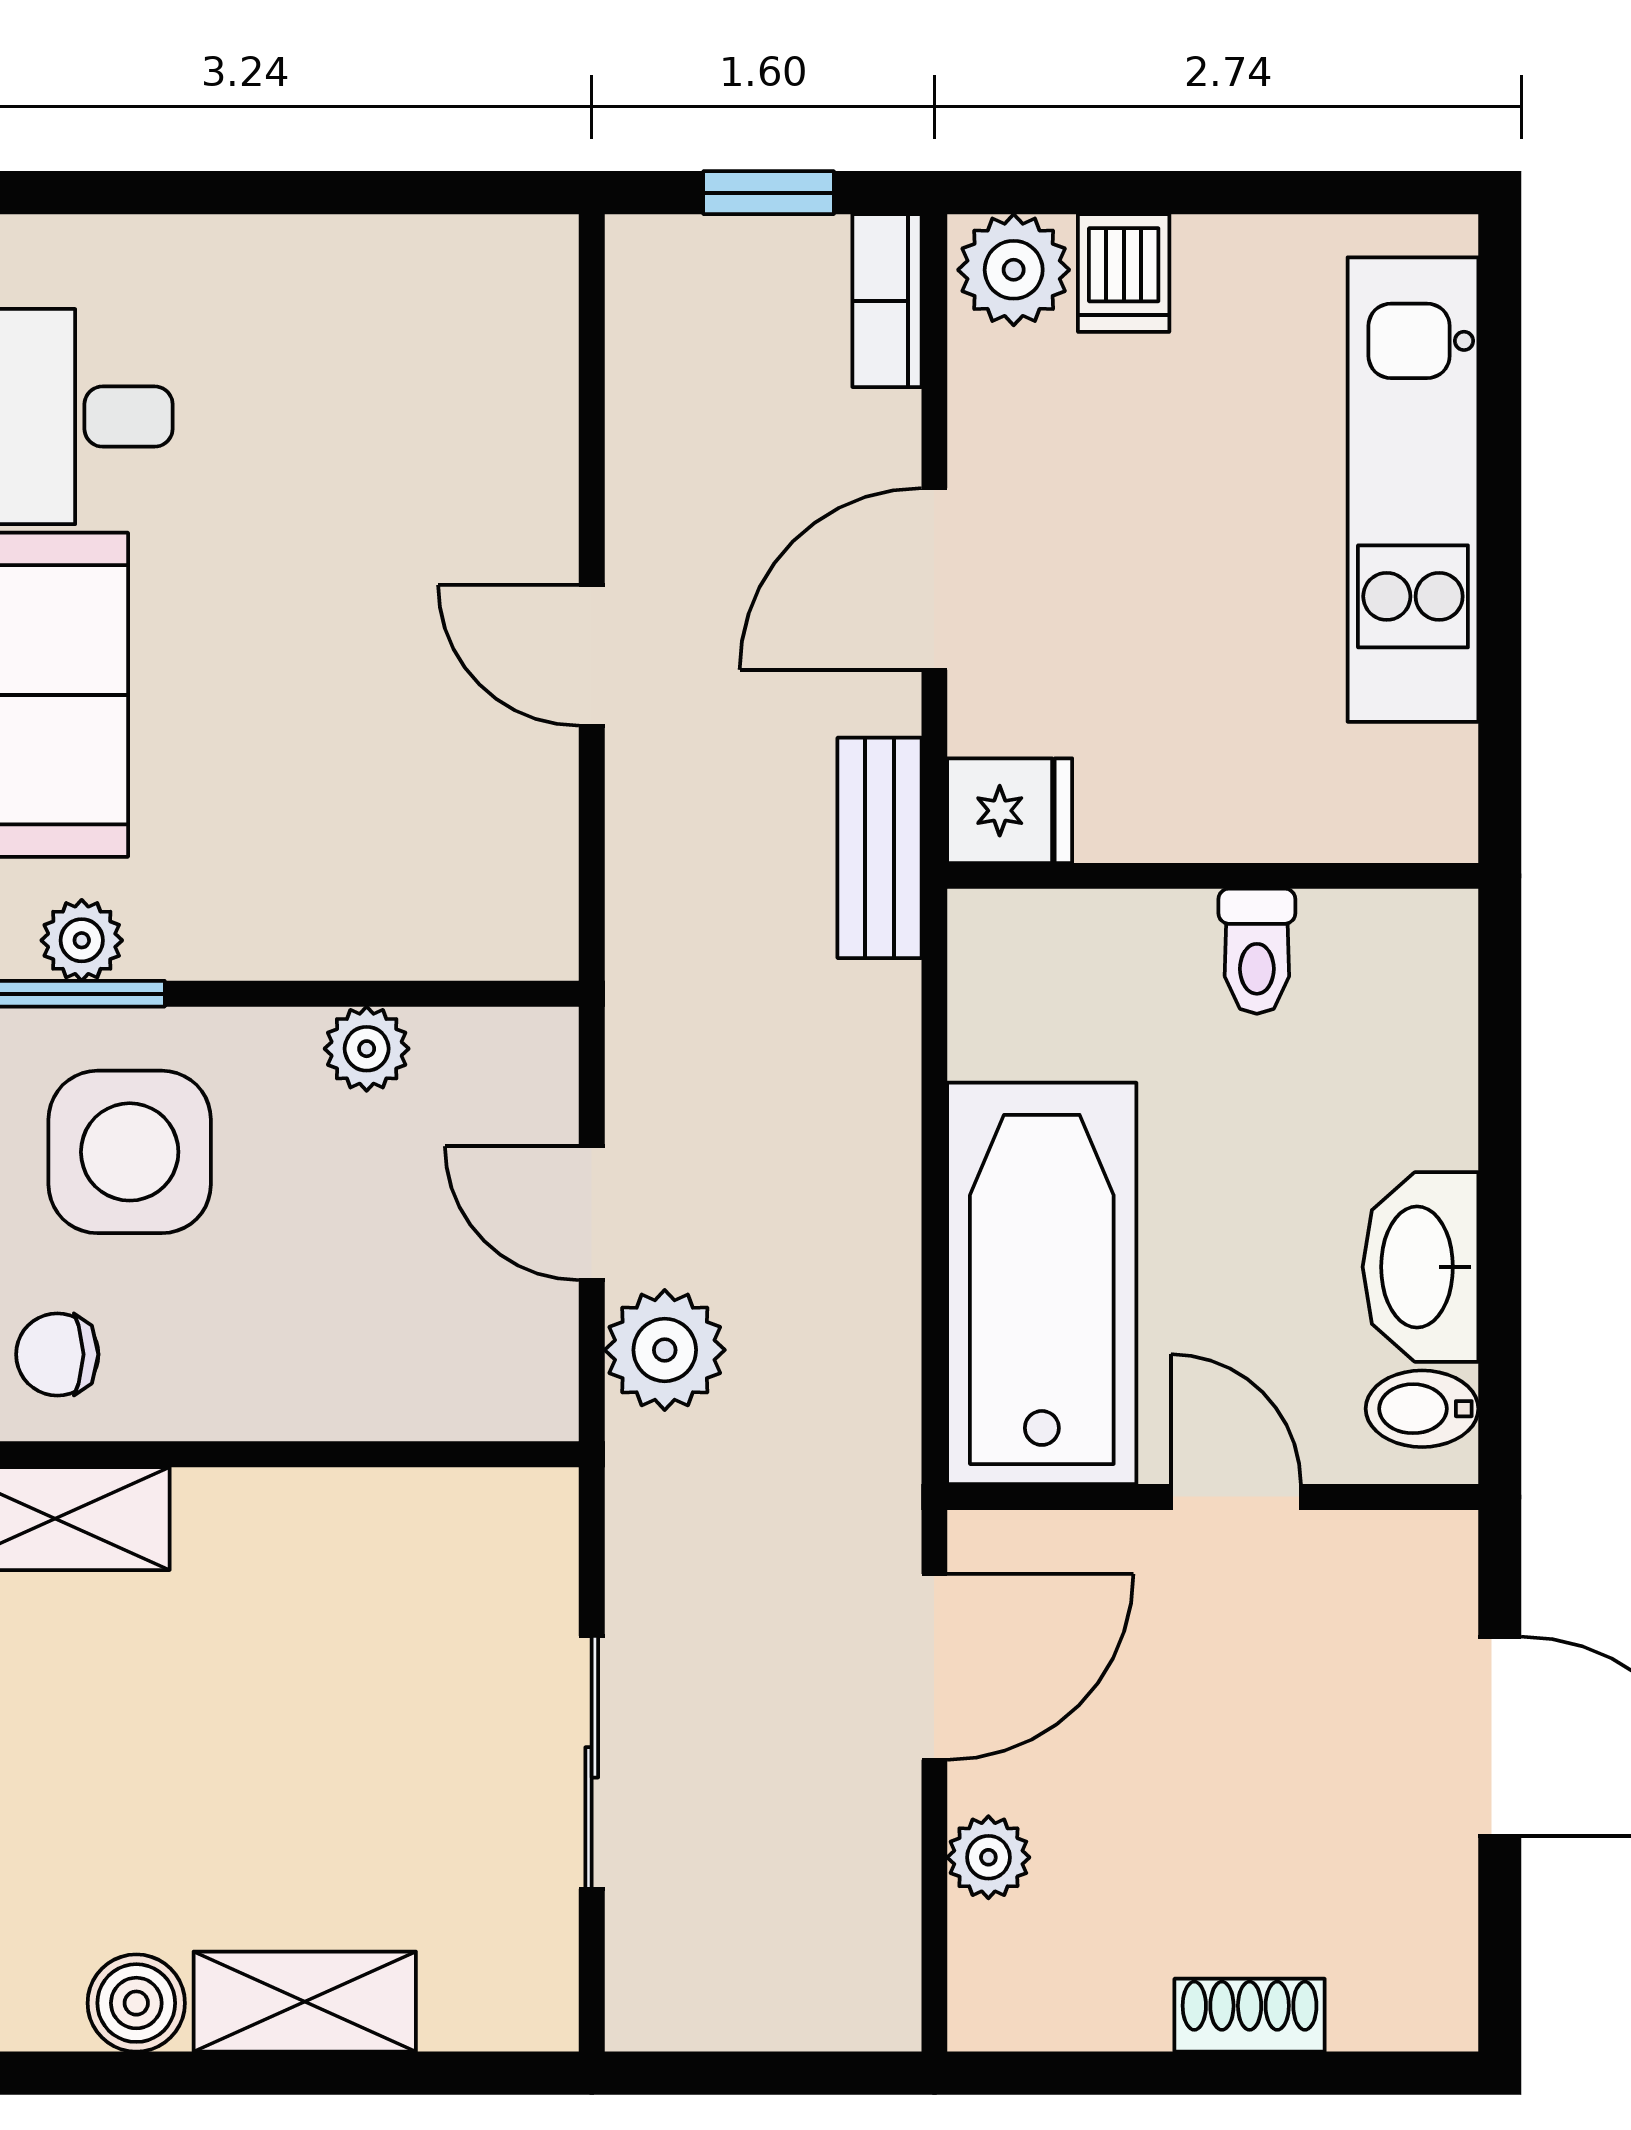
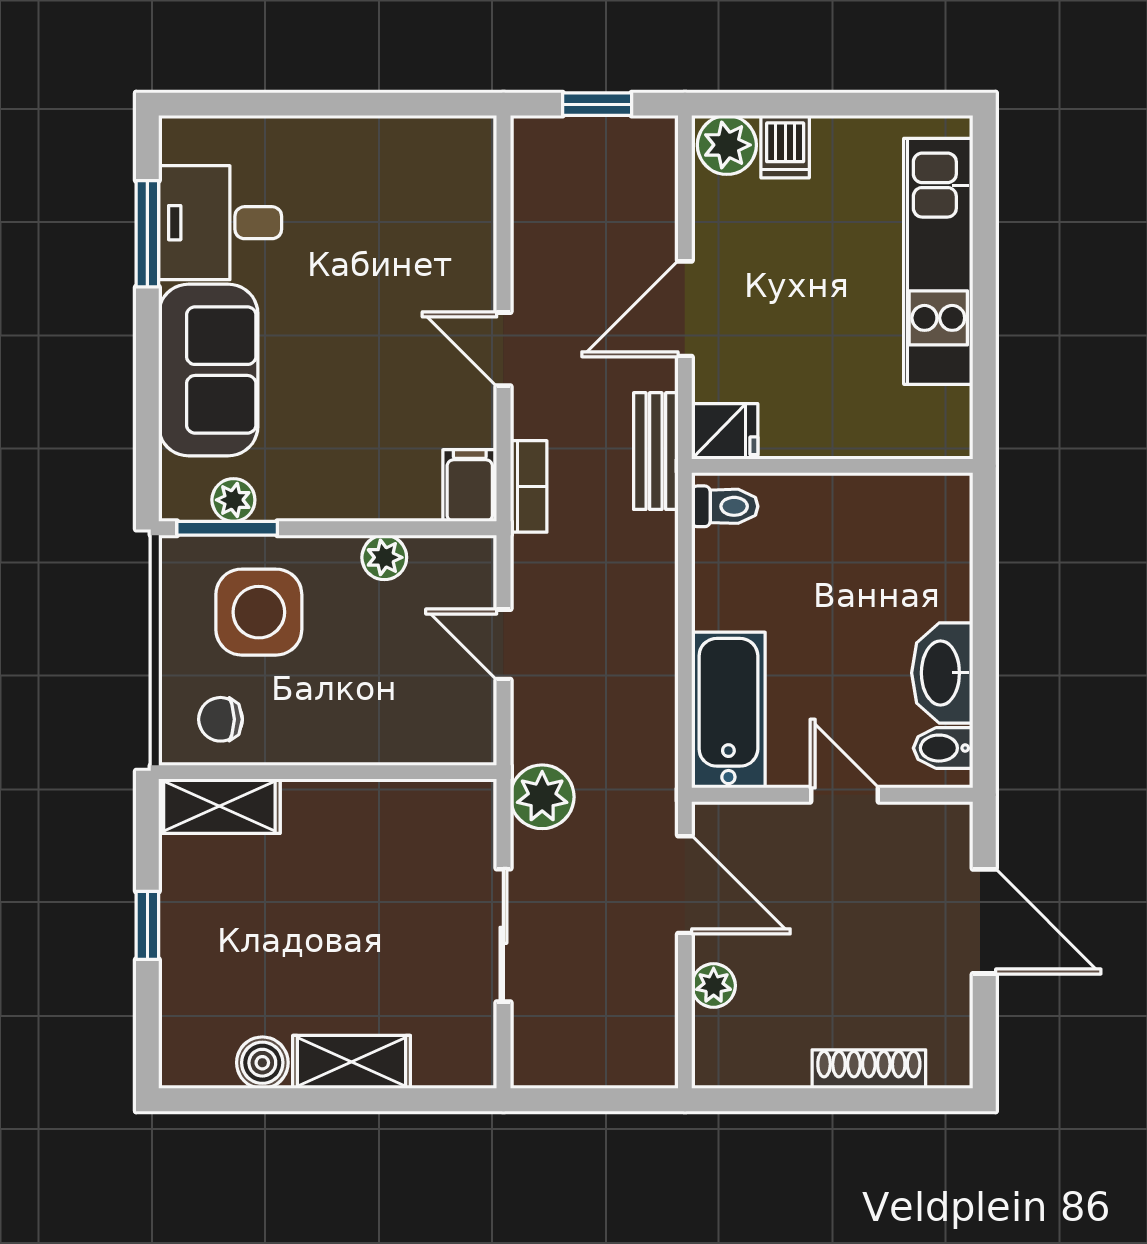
bookcase: (887, 301) -> (529, 486), moved, turned 180
filing cabinet: (528, 913) -> (470, 486), added
toilet: (1257, 951) -> (725, 506), moved, turned -90
bathtub: (1042, 1283) -> (728, 710), width x0.73, depth x0.73
plant: (665, 1350) -> (542, 797), moved
door: (934, 1667) -> (685, 885), hinge flipped
shoe rack: (1250, 2015) -> (869, 1069), width x1.43

